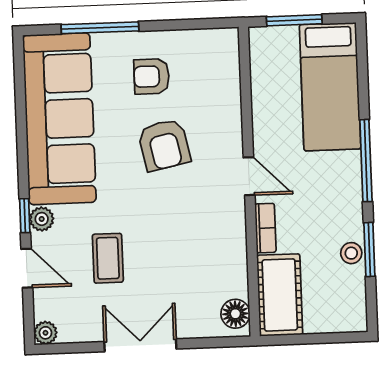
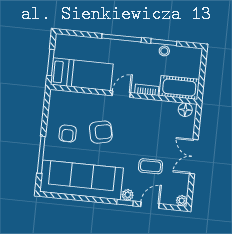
bed: (330, 87) -> (82, 74), moved

